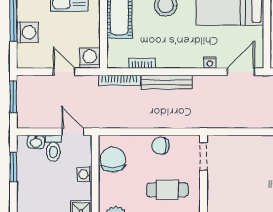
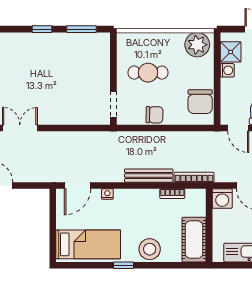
washing machine: (85, 174) -> (227, 70), moved

